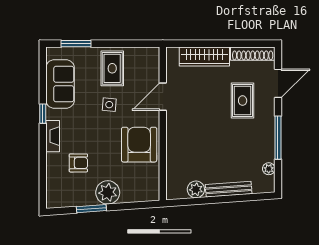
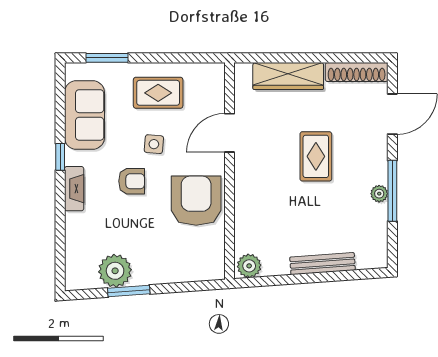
rug: (112, 68) -> (158, 93), turned 90
rug: (243, 101) -> (316, 156), moved
armchair: (78, 163) -> (132, 181), moved
plant: (269, 169) -> (379, 194), moved
plant: (196, 189) -> (249, 266), moved
plant: (108, 192) -> (115, 271), moved

